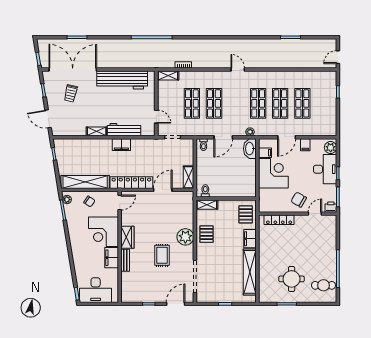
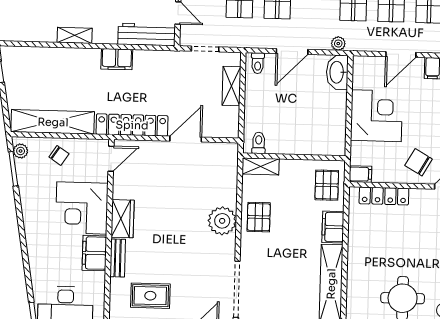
workbench: (124, 130) -> (147, 34), moved
filing cabinet: (265, 153) -> (360, 174), moved
shelving: (189, 177) -> (231, 86), moved
rug: (162, 255) -> (150, 296), moved, turned 90

